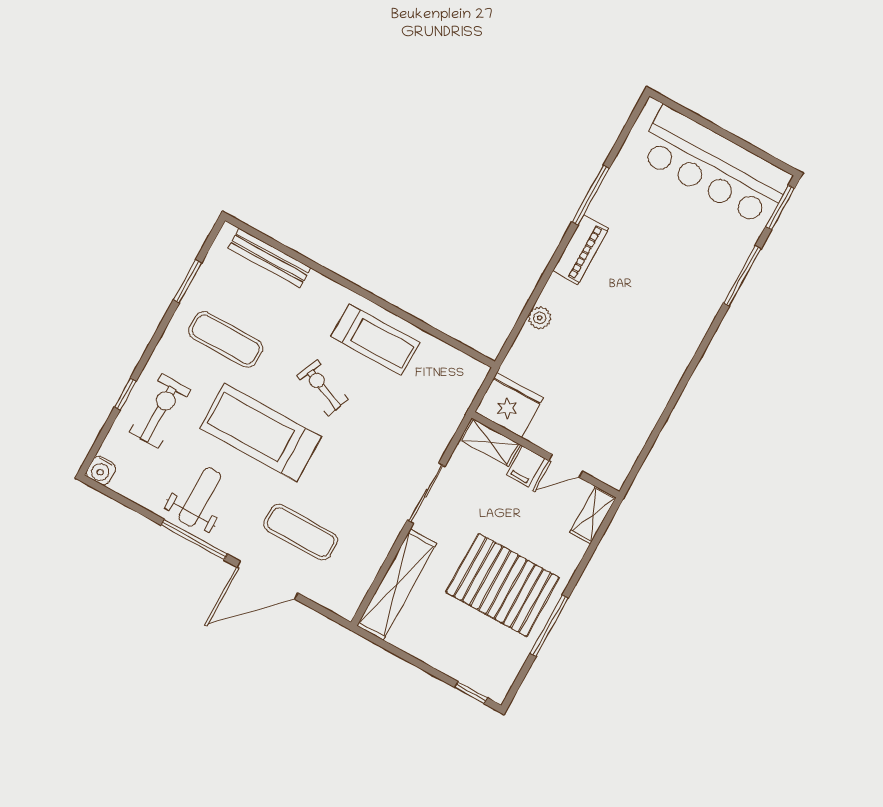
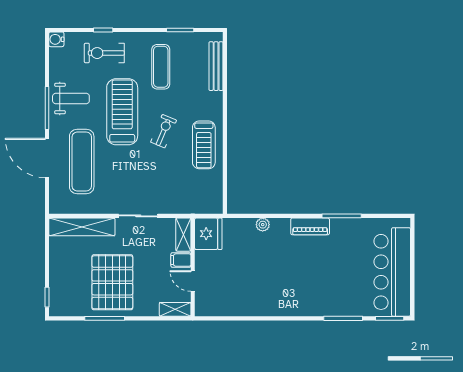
exercise bike: (160, 411) -> (104, 53), turned 180
exercise mat: (301, 532) -> (82, 162), width x1.36, depth x1.45

